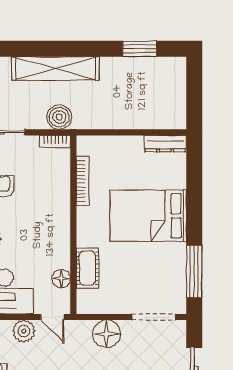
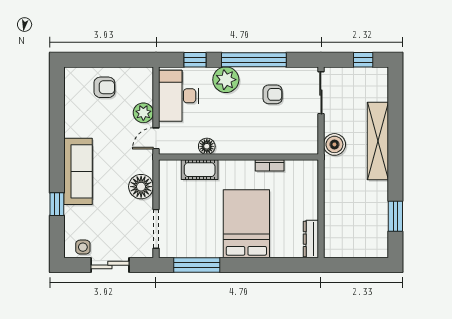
bookcase: (55, 141) -> (313, 141), removed
bookcase: (83, 181) -> (270, 165), width x0.64
floor lamp: (61, 279) -> (207, 146), moved

